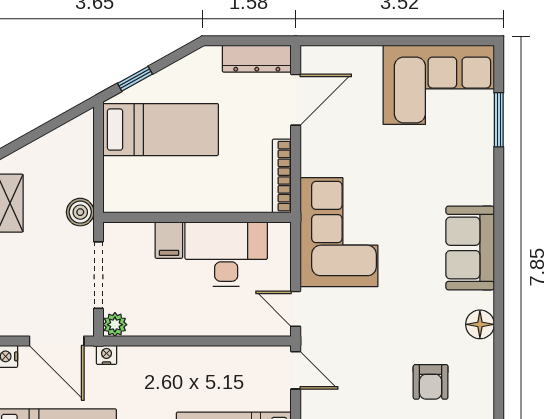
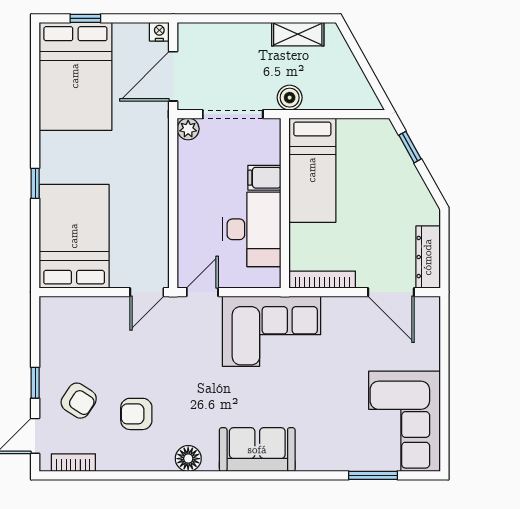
bed: (161, 130) -> (312, 170), moved
nightstand: (106, 355) -> (161, 121), removed

